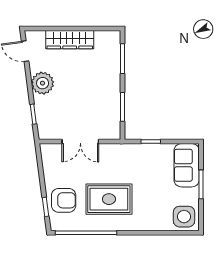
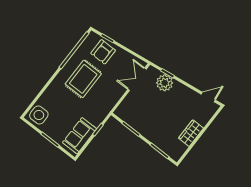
wardrobe: (70, 40) -> (191, 133), width x0.67
plant: (43, 83) -> (165, 83), moved
double door: (80, 142) -> (137, 79), moved
sofa: (187, 165) -> (80, 136), moved, turned -90

